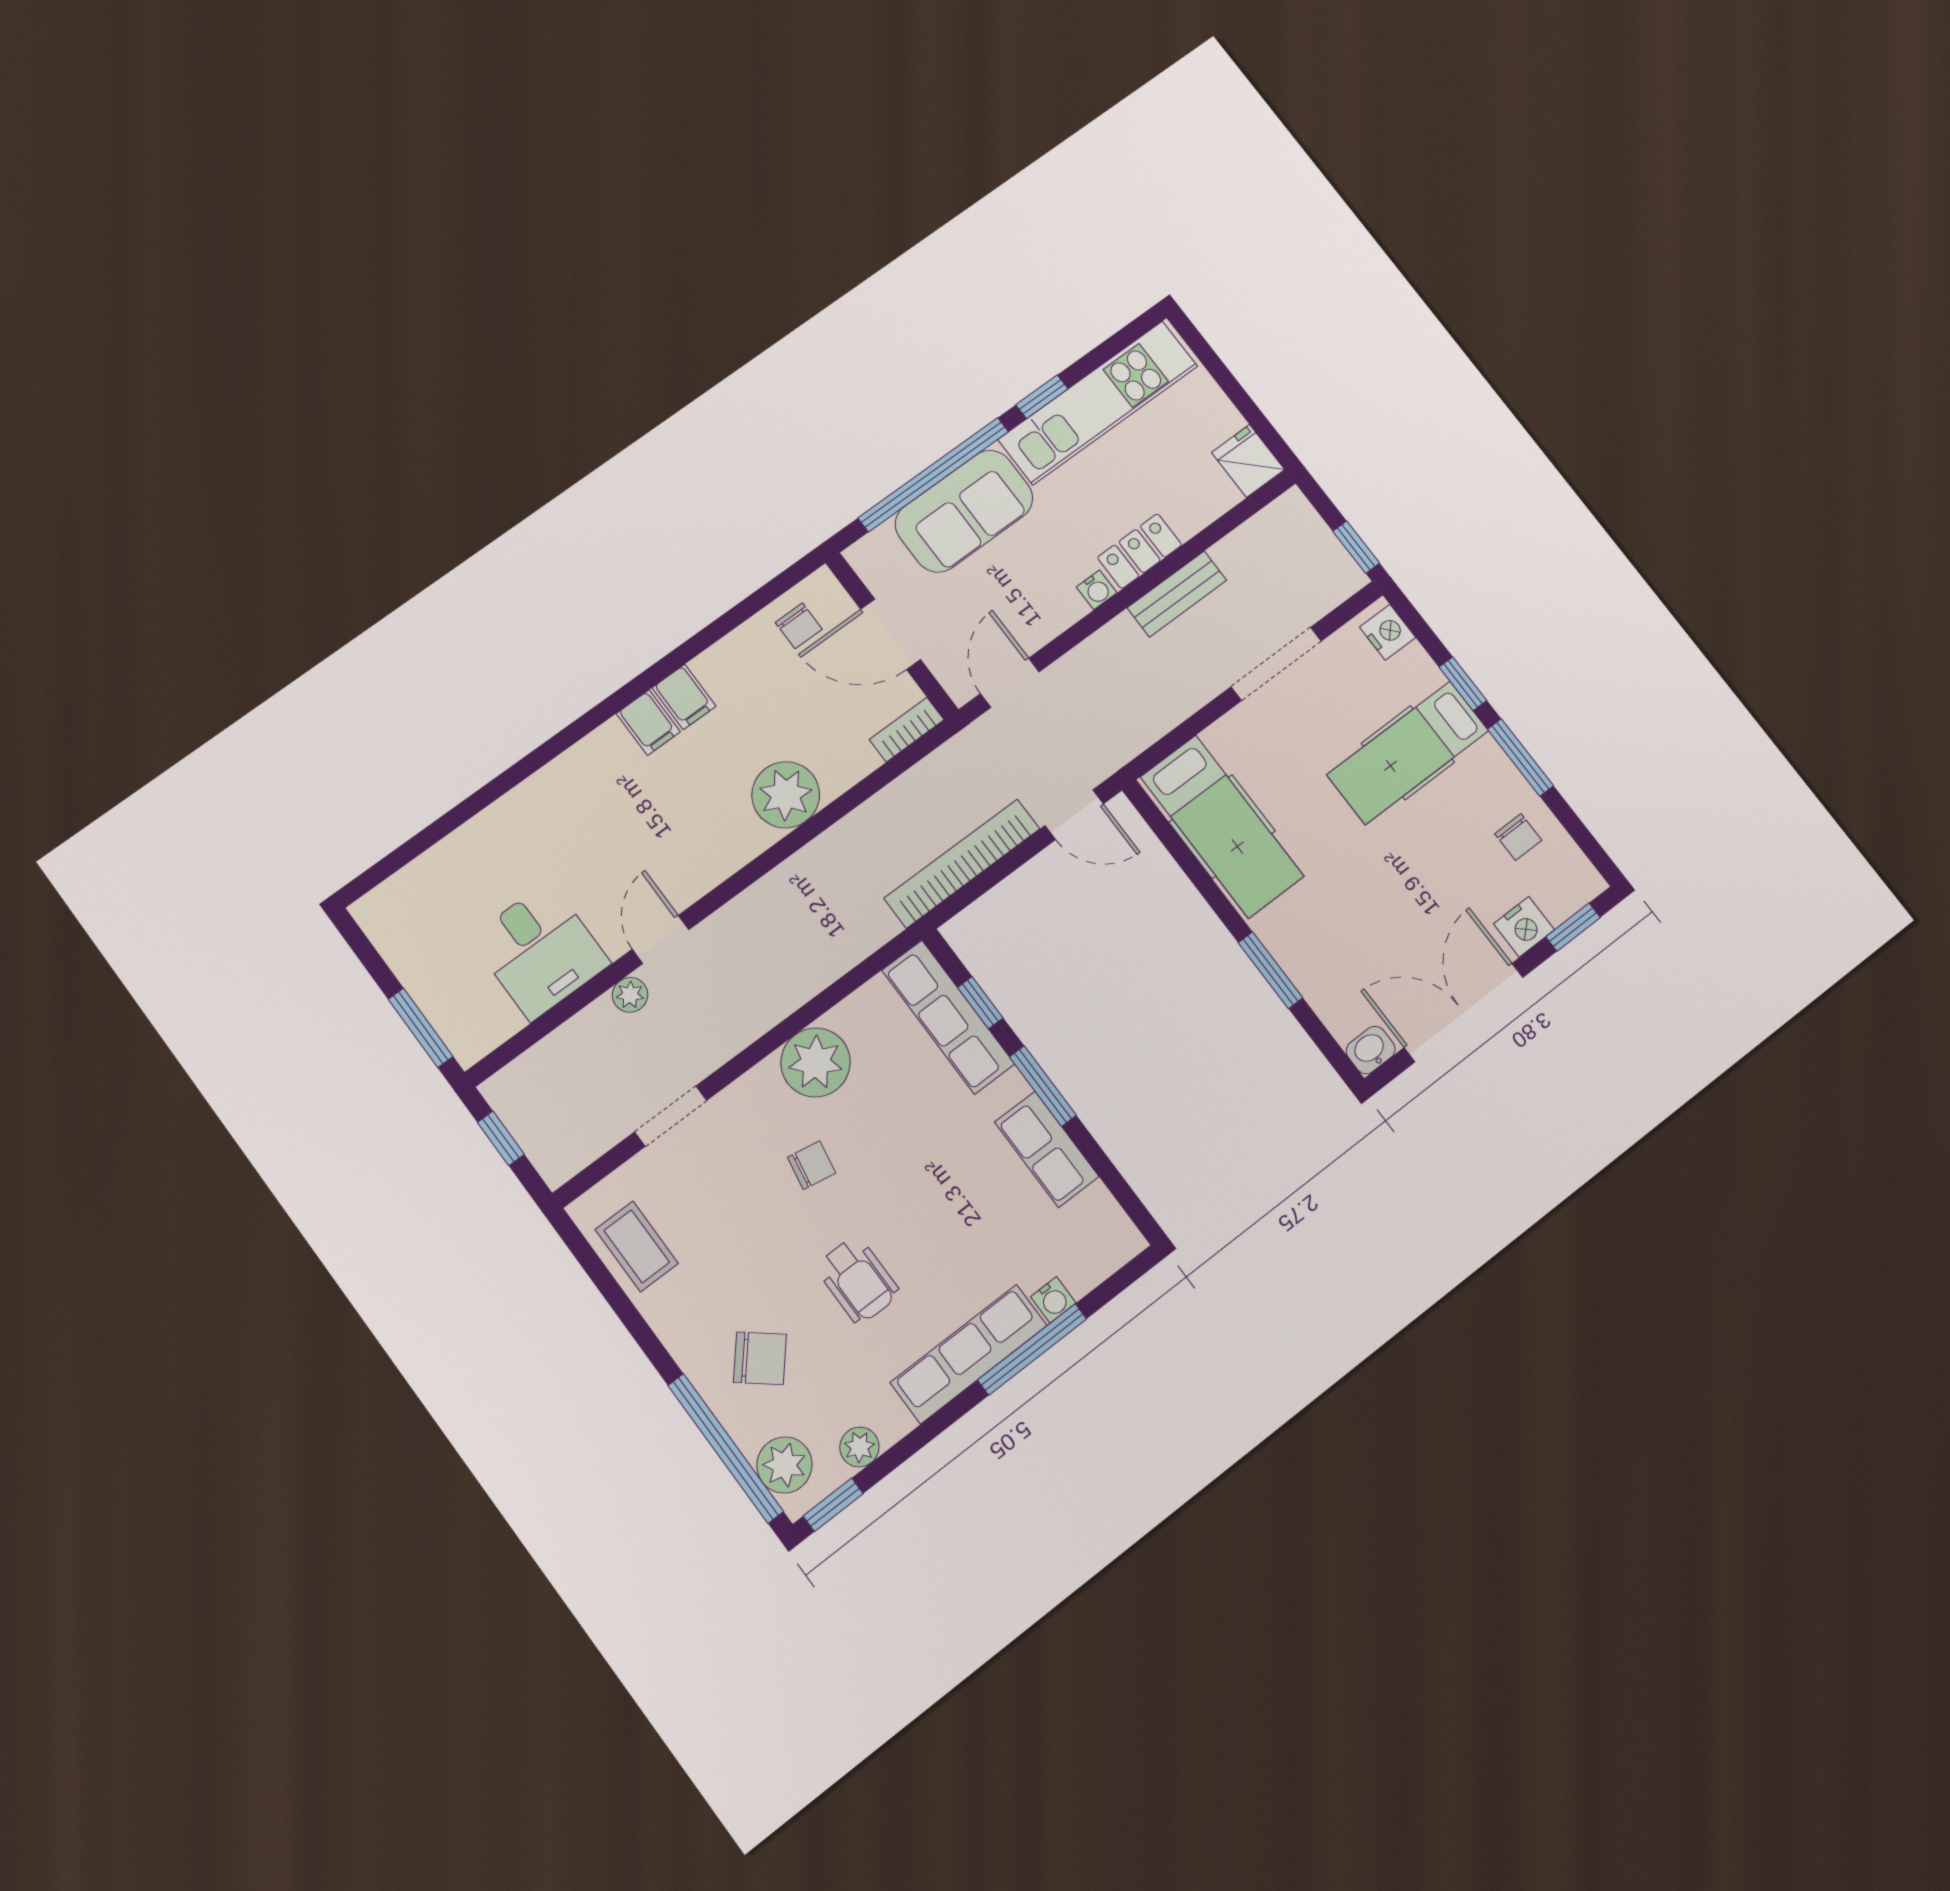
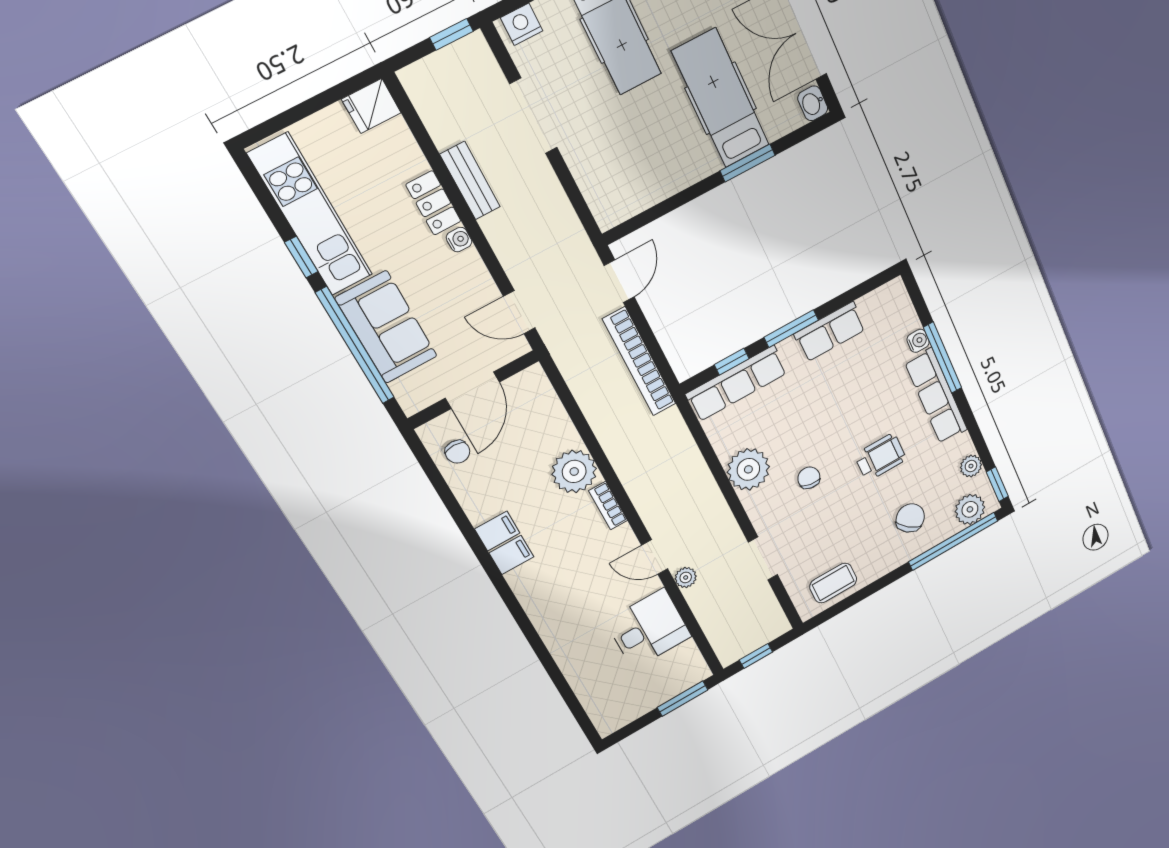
chair: (799, 626) -> (457, 452), turned 90
bookcase: (907, 730) -> (608, 506), moved
hospital bed: (1222, 827) -> (721, 98), moved, turned -90

